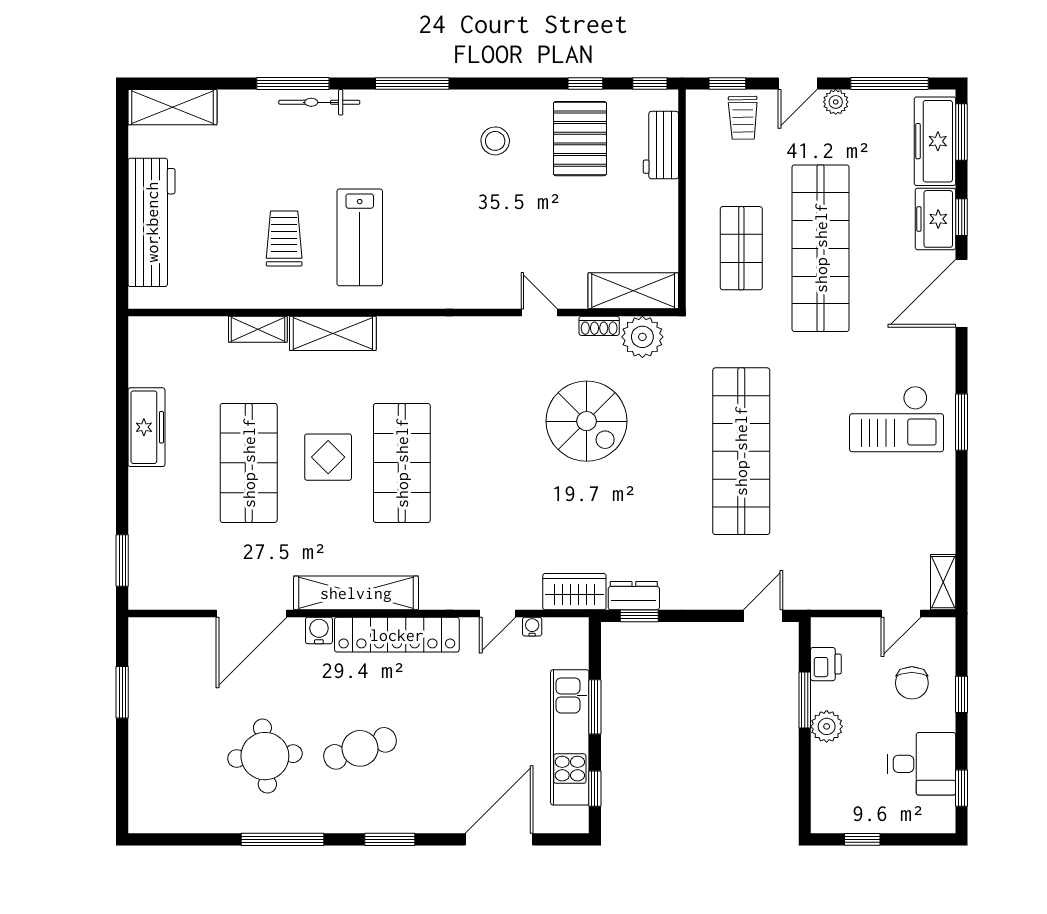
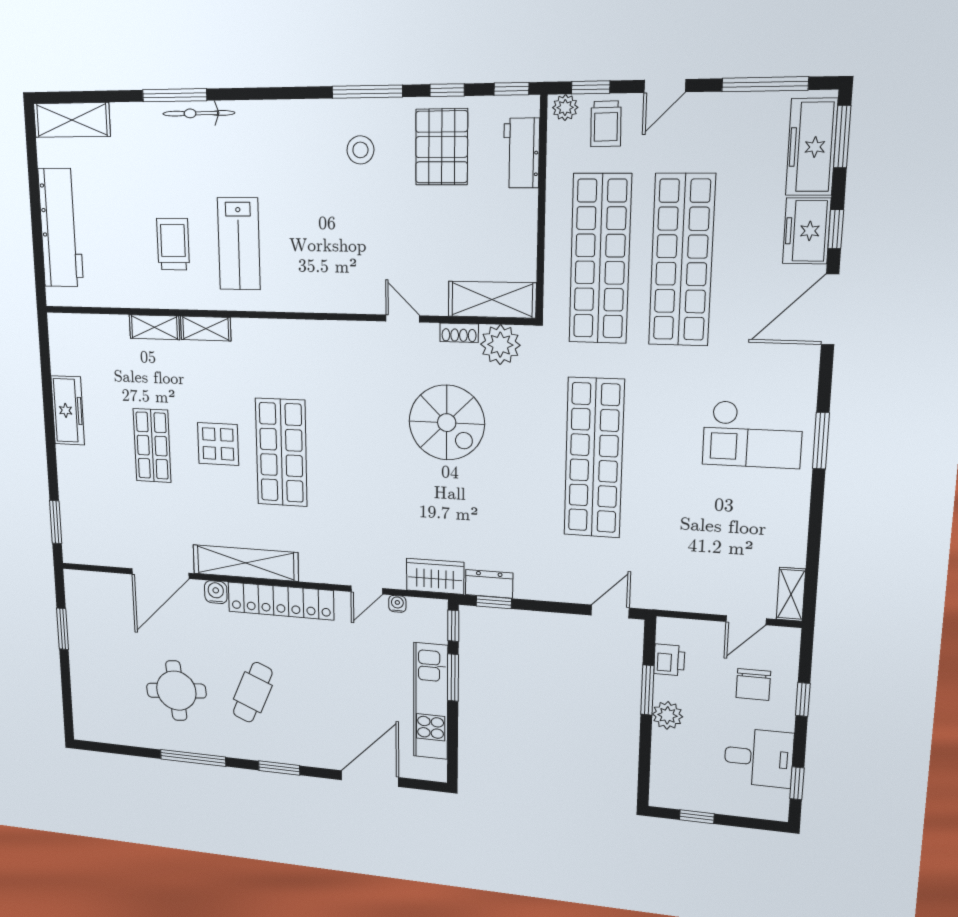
window: (412, 84) -> (367, 92), moved
plant: (836, 102) -> (565, 108), moved
shop shelf: (741, 248) -> (600, 259), width x2.00, depth x1.36
shelving: (333, 333) -> (206, 329), width x0.67, depth x0.75
shop shelf: (249, 463) -> (152, 446), width x0.70, depth x0.74
cafe table: (360, 748) -> (253, 692), turned -48
window: (595, 789) -> (453, 626), moved

